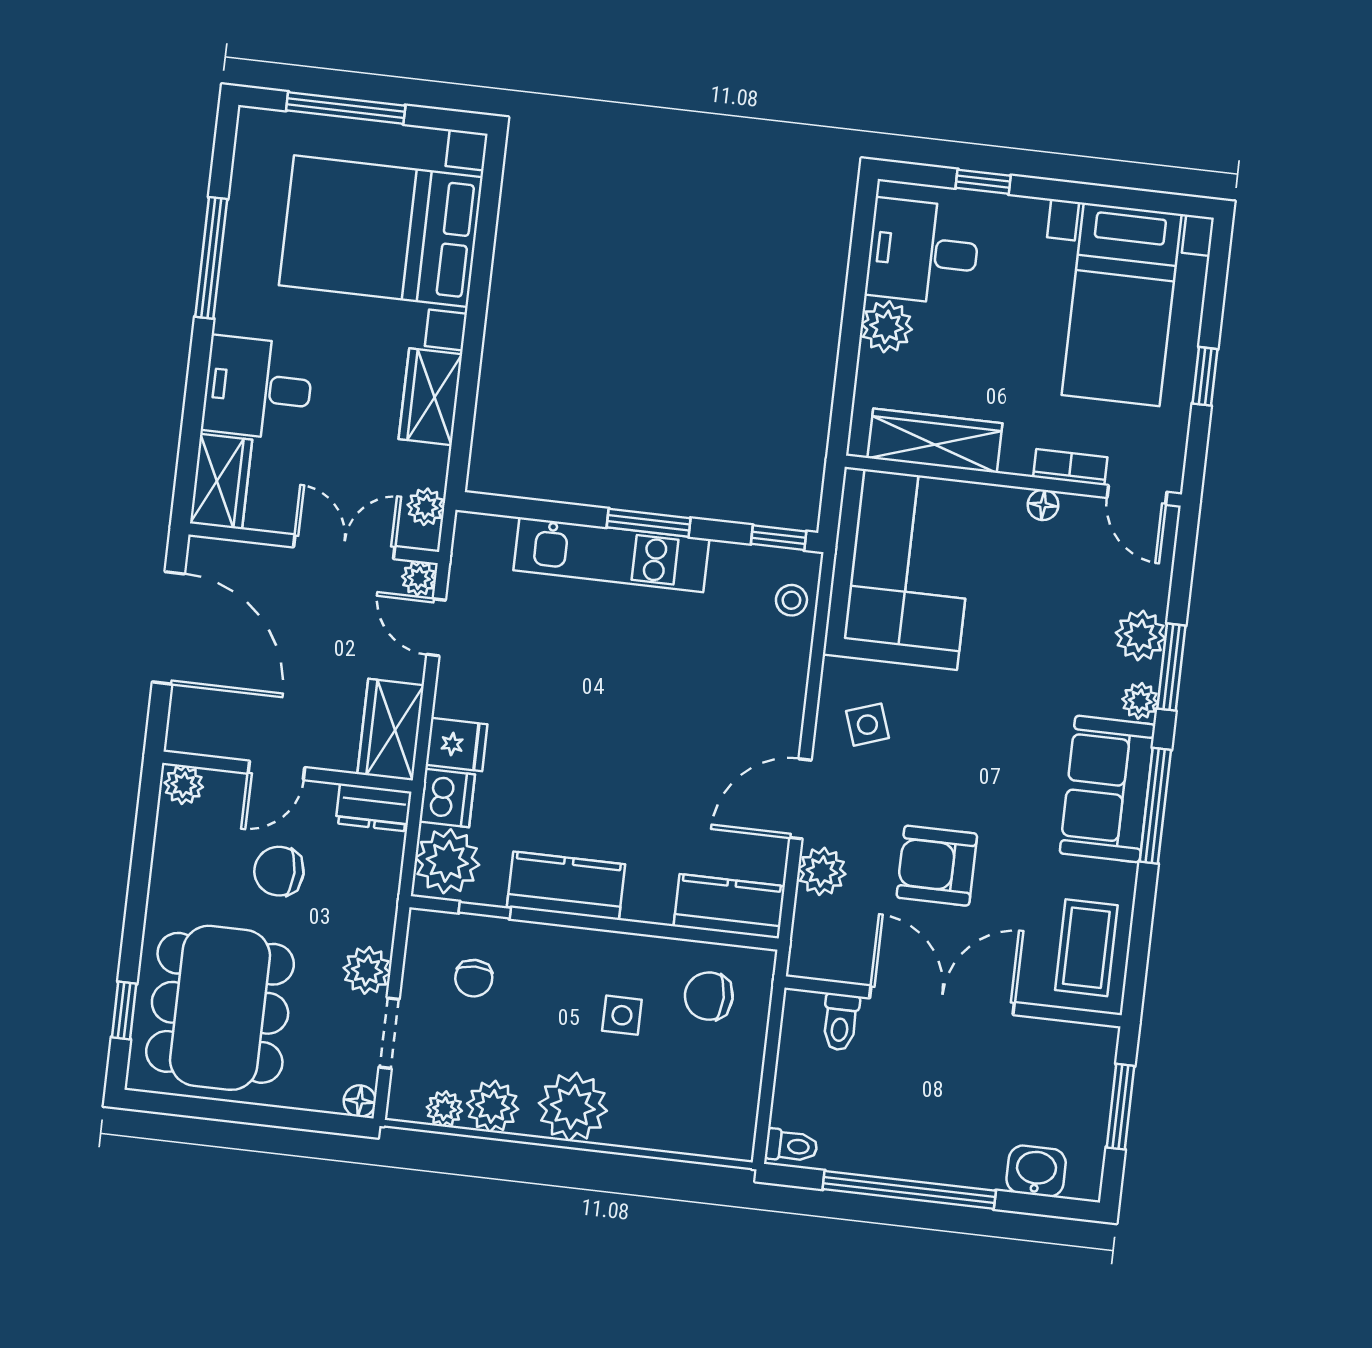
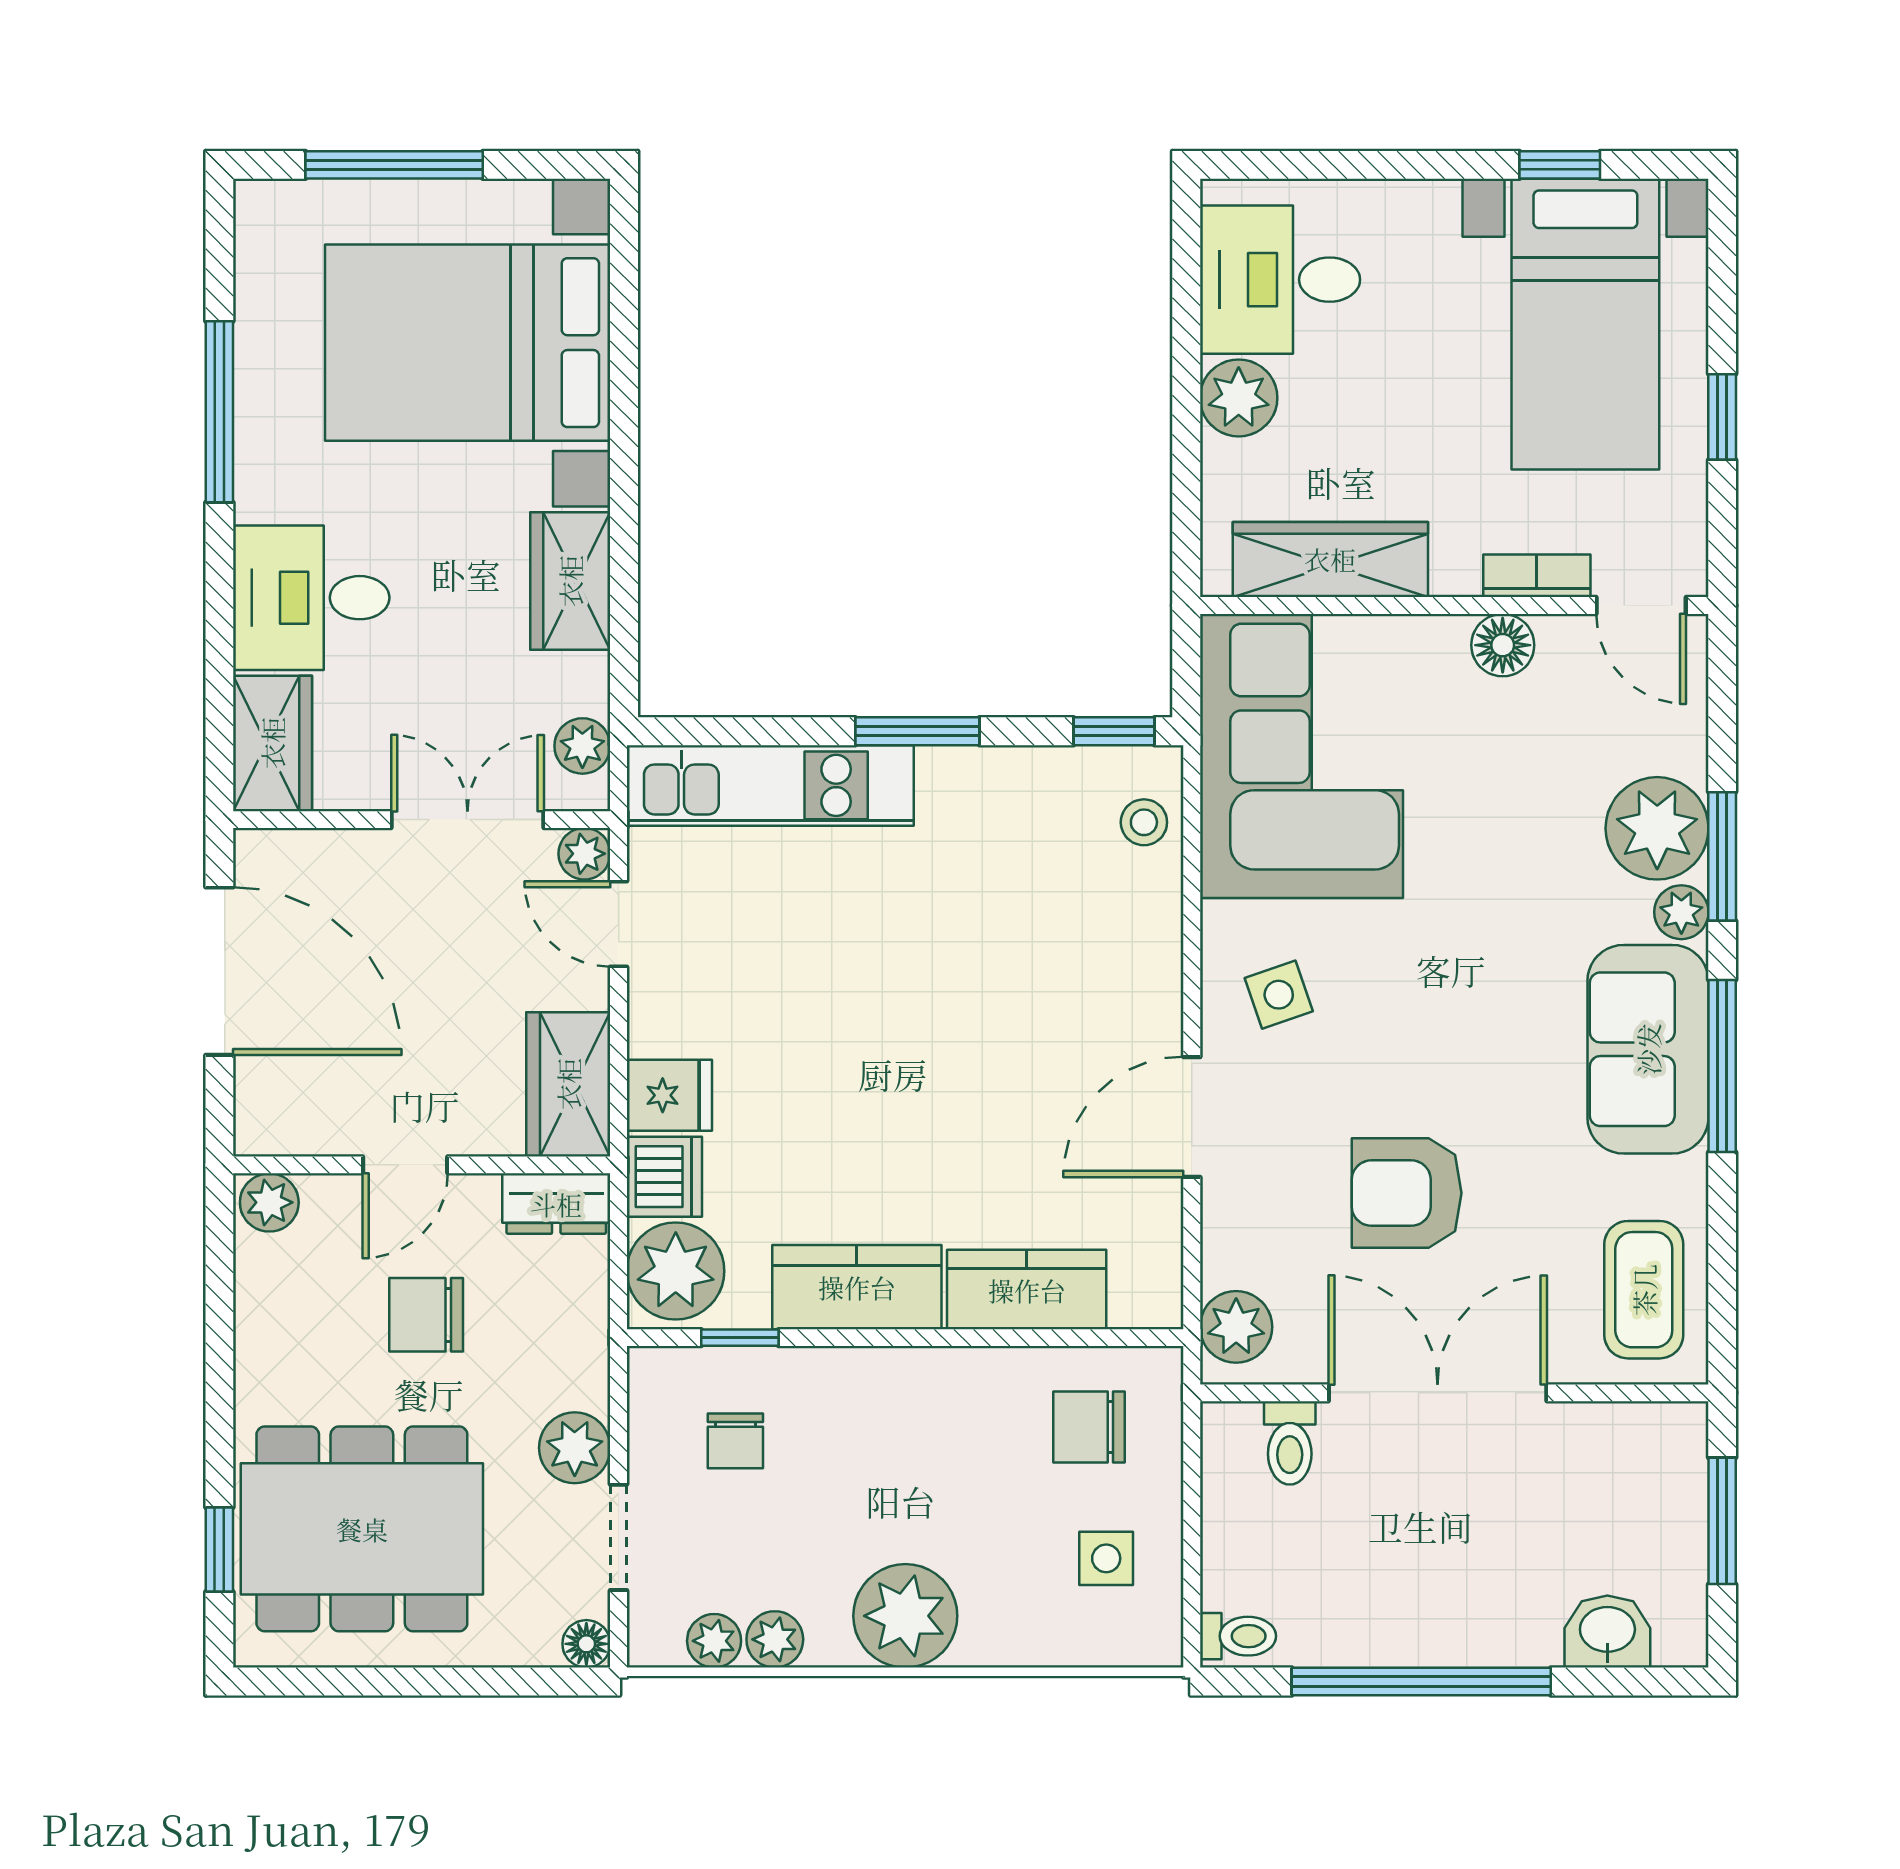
window: (983, 182) -> (1560, 165), moved
floor lamp: (1043, 505) -> (1503, 645), width x1.37, depth x1.37
kitchen unit: (611, 555) -> (770, 785), moved
plant: (1141, 636) -> (1657, 828), width x1.36, depth x1.36
plant: (822, 871) -> (1236, 1327), moved
kitchen counter: (729, 906) -> (1027, 1290), moved
dining table: (220, 1008) -> (362, 1529), turned 90
side table: (622, 1015) -> (1106, 1558), moved
plant: (493, 1106) -> (775, 1639), width x0.73, depth x0.73

